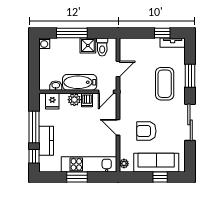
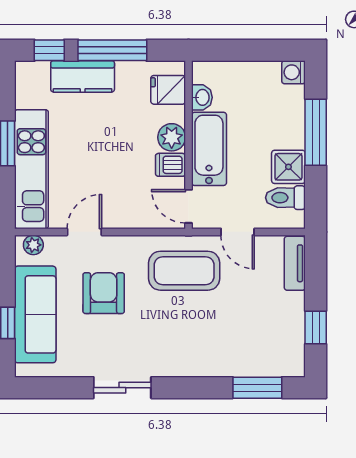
tv unit: (173, 43) -> (295, 263), moved
window: (190, 76) -> (257, 388), moved
coffee table: (165, 84) -> (184, 271), moved
sliding door: (190, 122) -> (122, 388), width x0.73
door: (118, 127) -> (84, 232), moved

